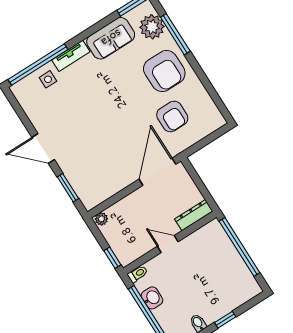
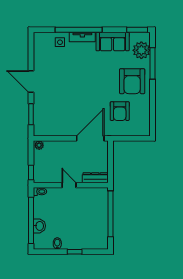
window: (38, 64) -> (79, 30), moved
washbasin: (152, 298) -> (39, 226), moved

